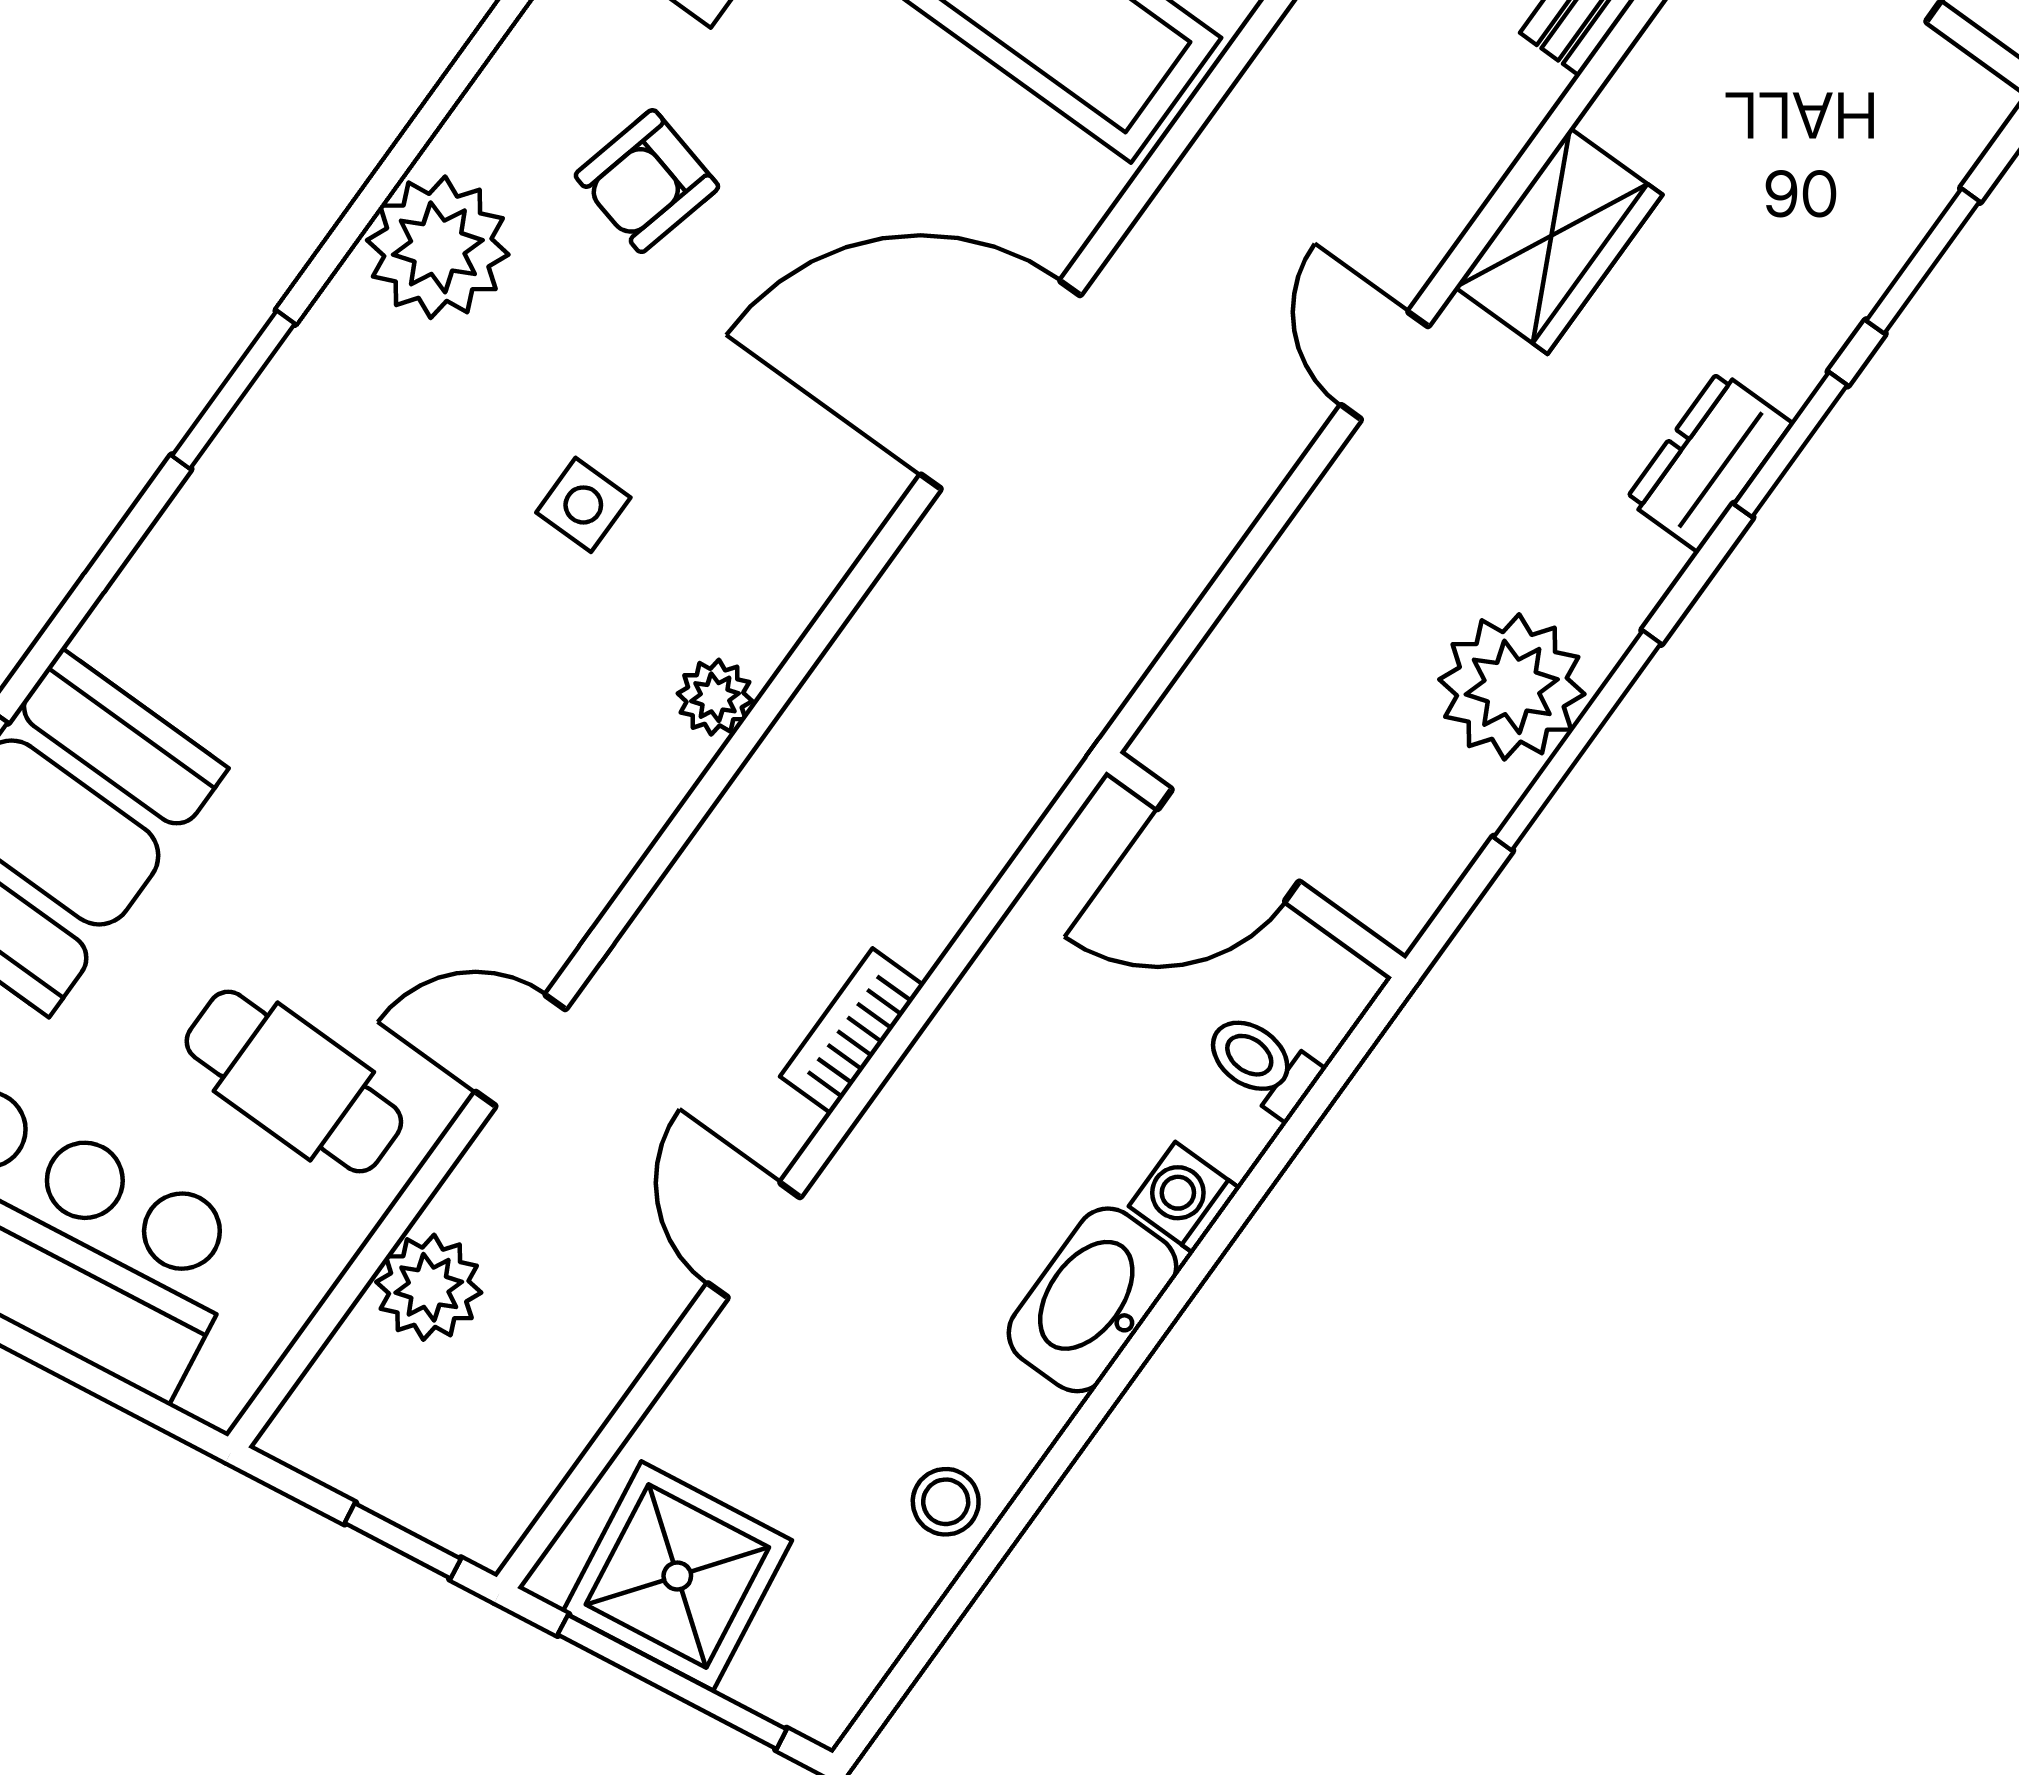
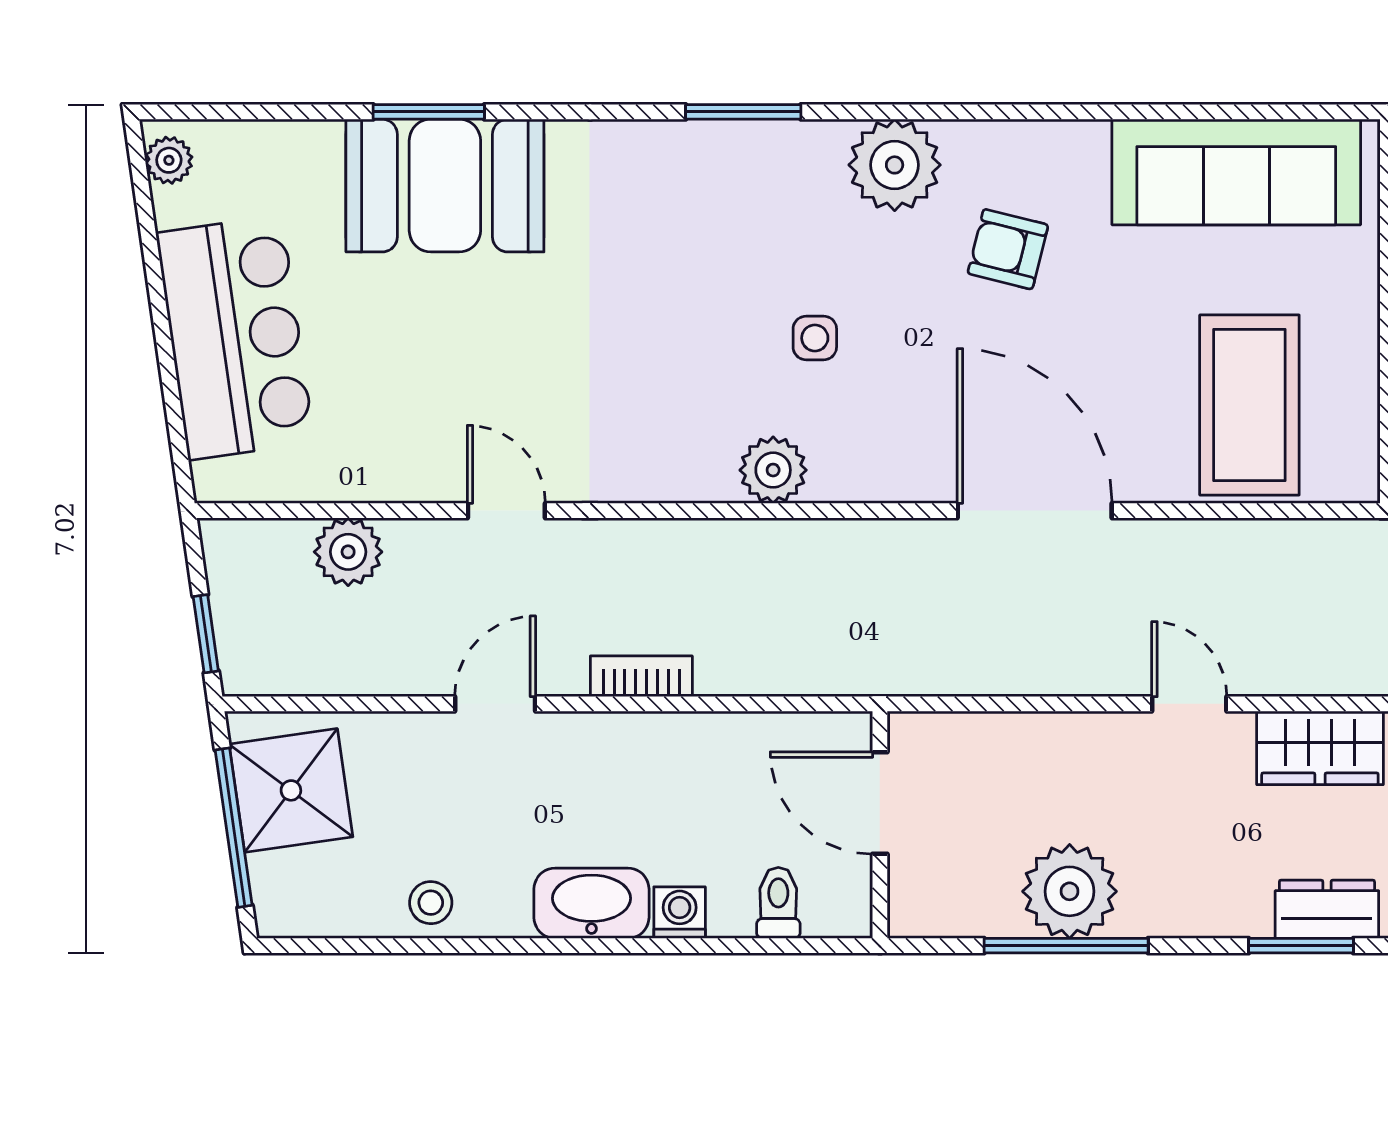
door: (1385, 366) -> (1189, 704), hinge flipped
dresser: (1709, 461) -> (1327, 909), moved
plant: (715, 697) -> (773, 470), width x1.38, depth x1.38
cafe table: (294, 1082) -> (405, 404), removed

